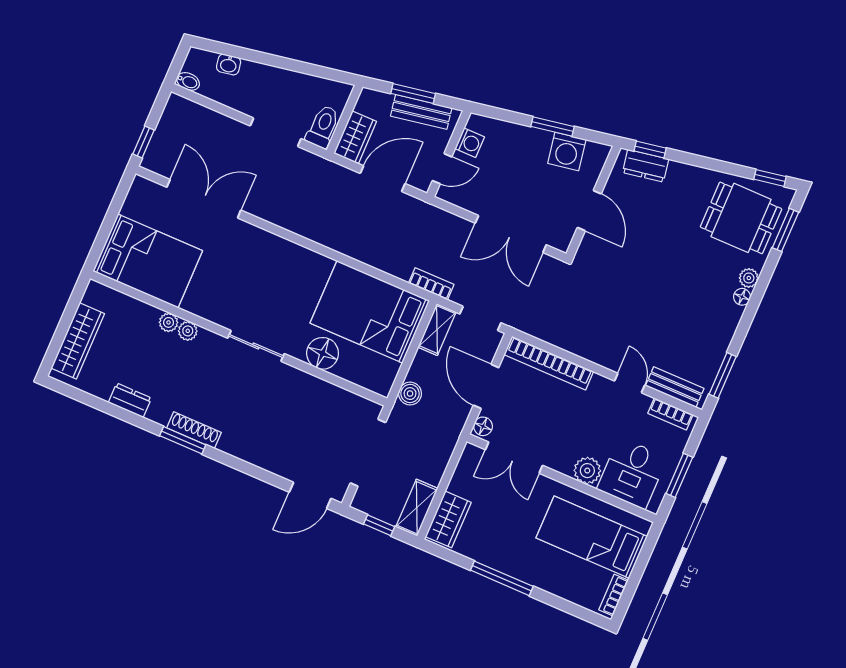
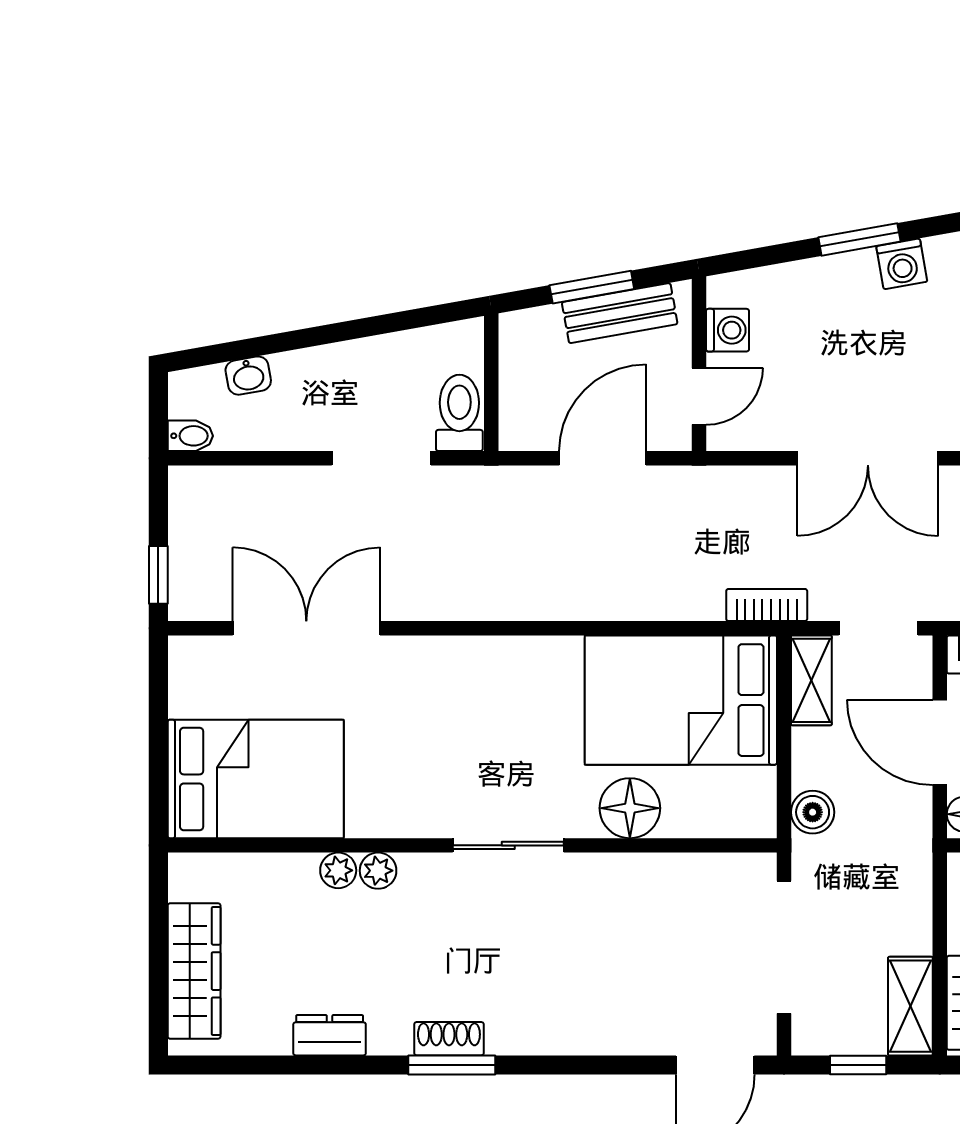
wardrobe: (355, 137) -> (524, 407), removed
washing machine: (567, 151) -> (902, 264), width x0.73, depth x0.73
shoe rack: (194, 430) -> (449, 1039), width x0.70

